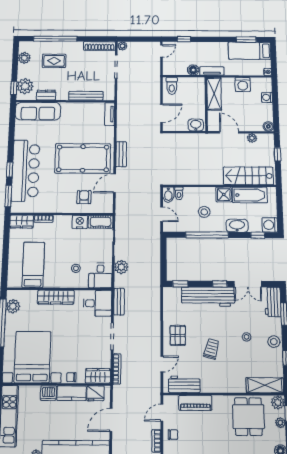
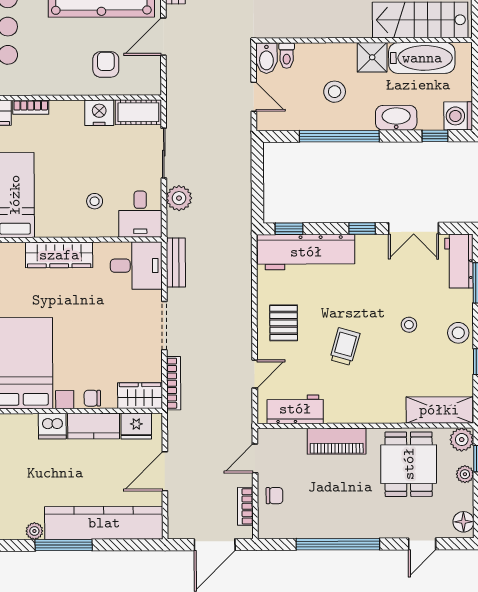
workbench: (208, 297) -> (306, 252), moved
piano: (195, 403) -> (337, 441), moved

